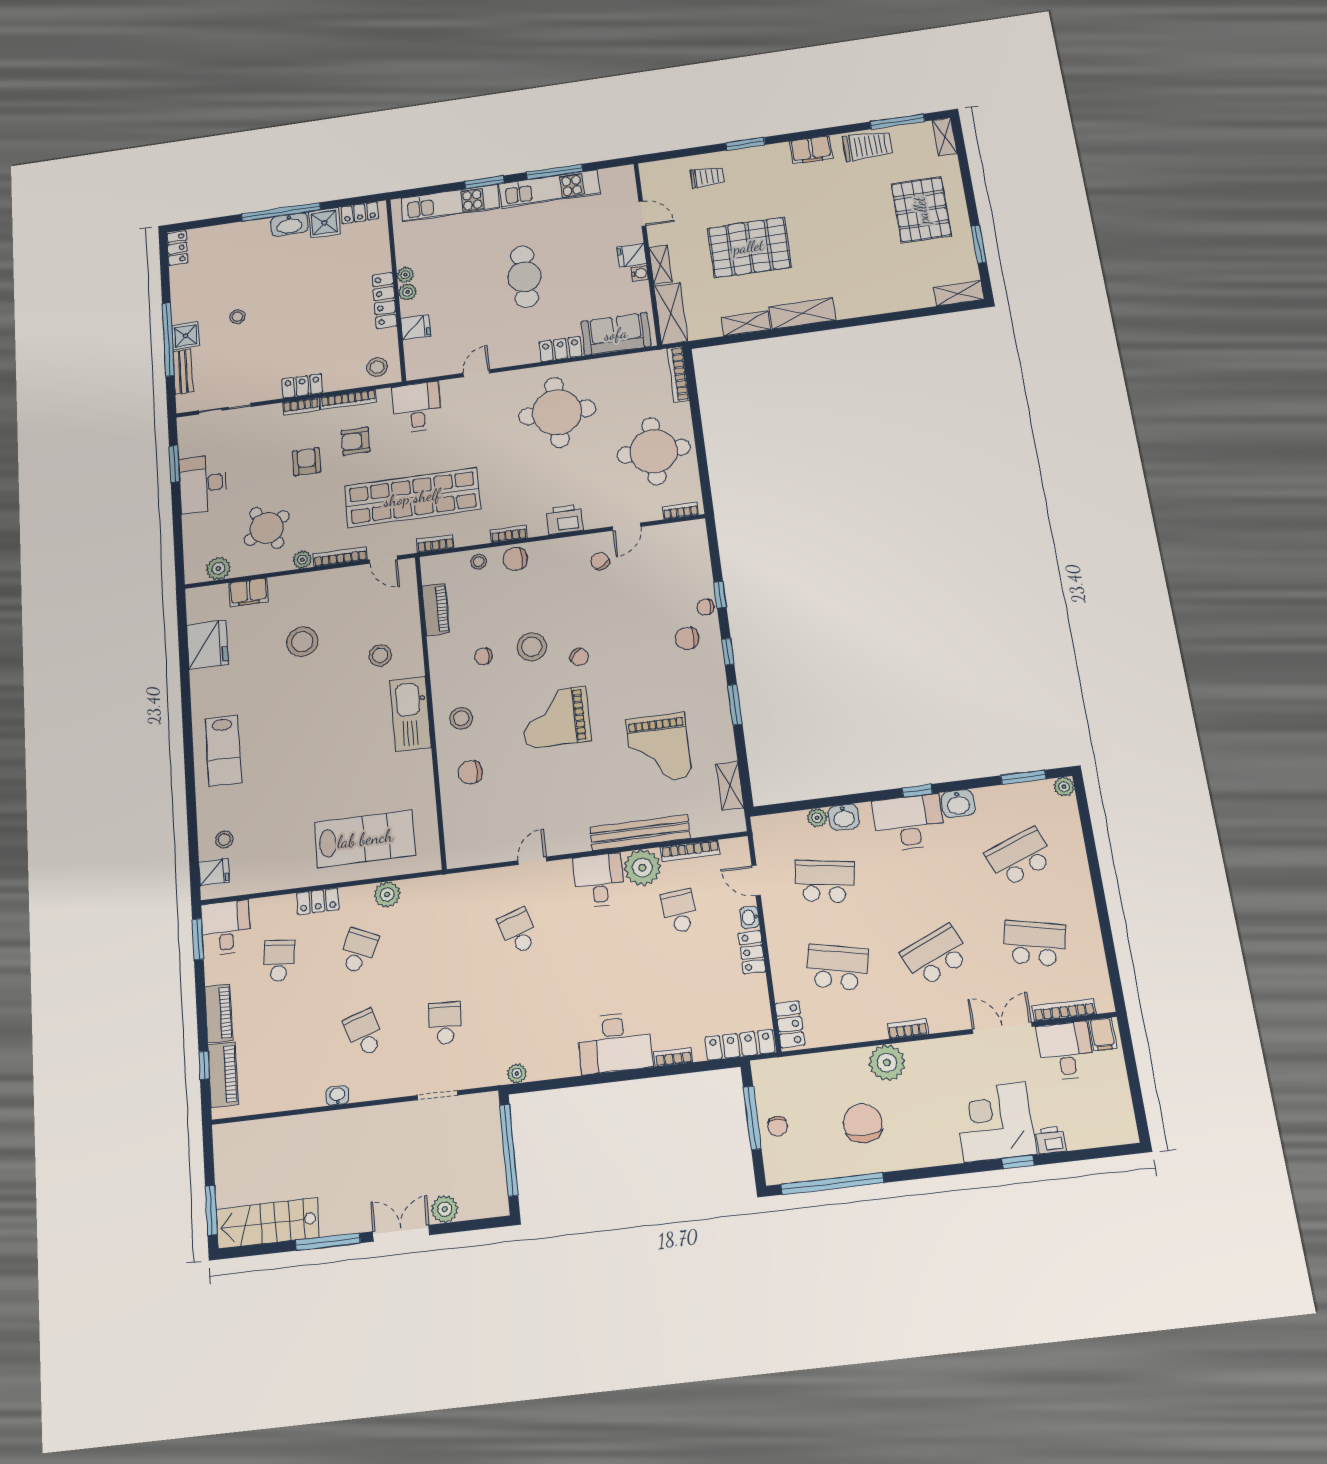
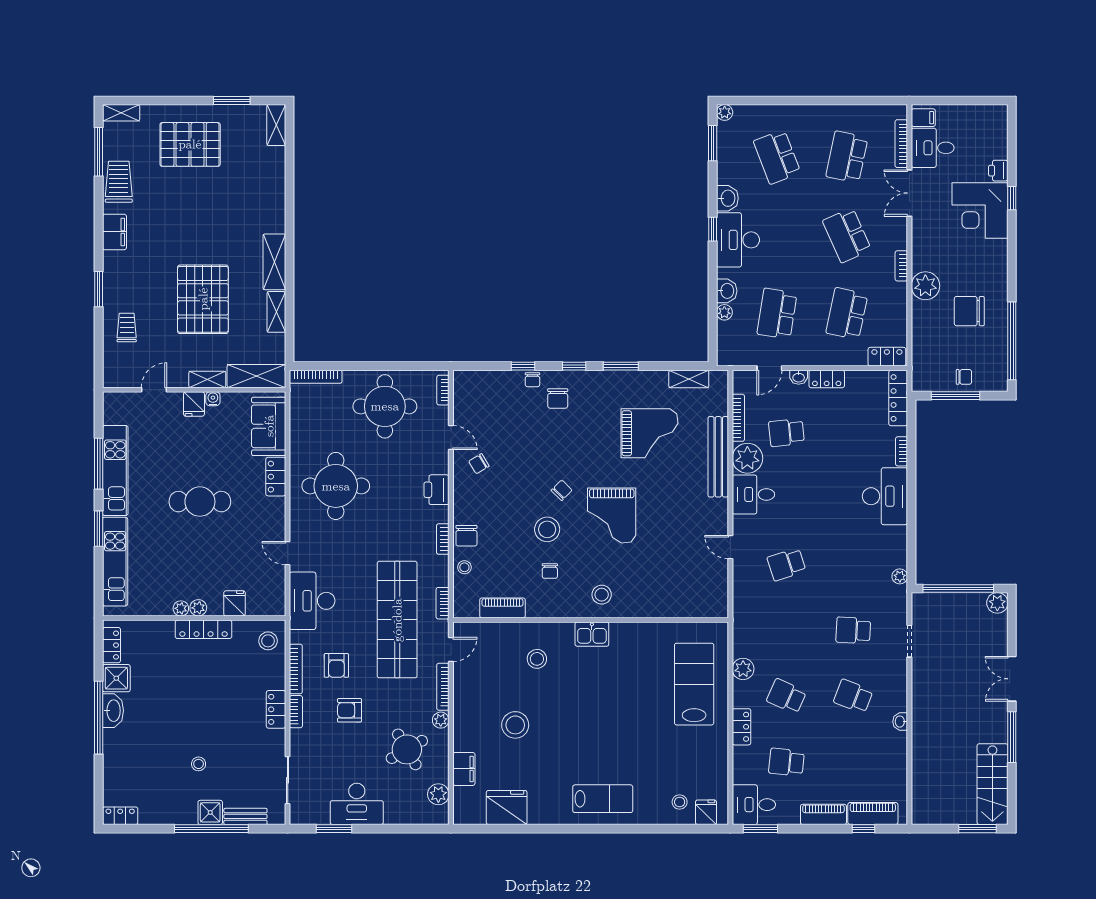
desk: (417, 407) -> (312, 601), width x1.37
kitchen sink: (411, 714) -> (592, 634), width x0.53, depth x0.81
chair: (470, 772) -> (649, 591), removed
school desk: (364, 1033) -> (853, 696), turned 39
plant: (445, 1209) -> (997, 603), moved

